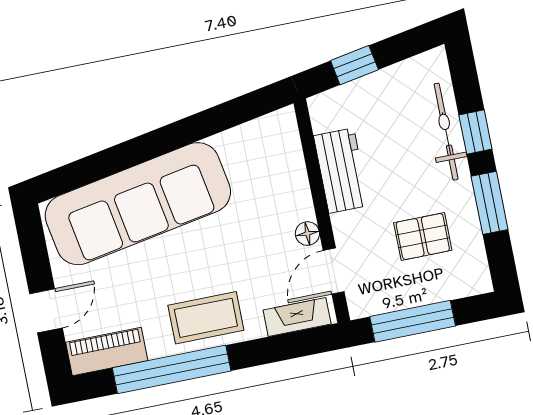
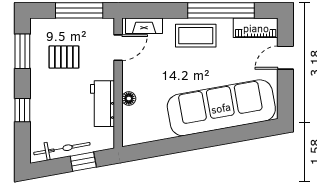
bicycle: (446, 132) -> (62, 149), moved, turned -100
window: (490, 203) -> (22, 51), moved
floor lamp: (307, 234) -> (129, 98), moved

